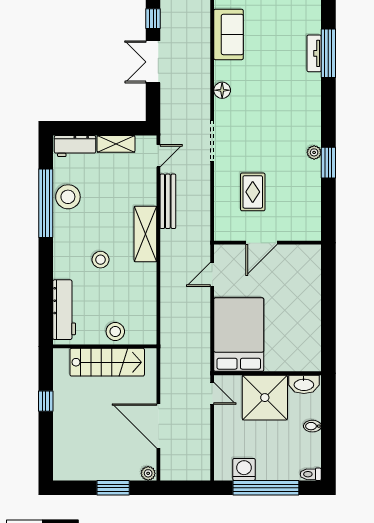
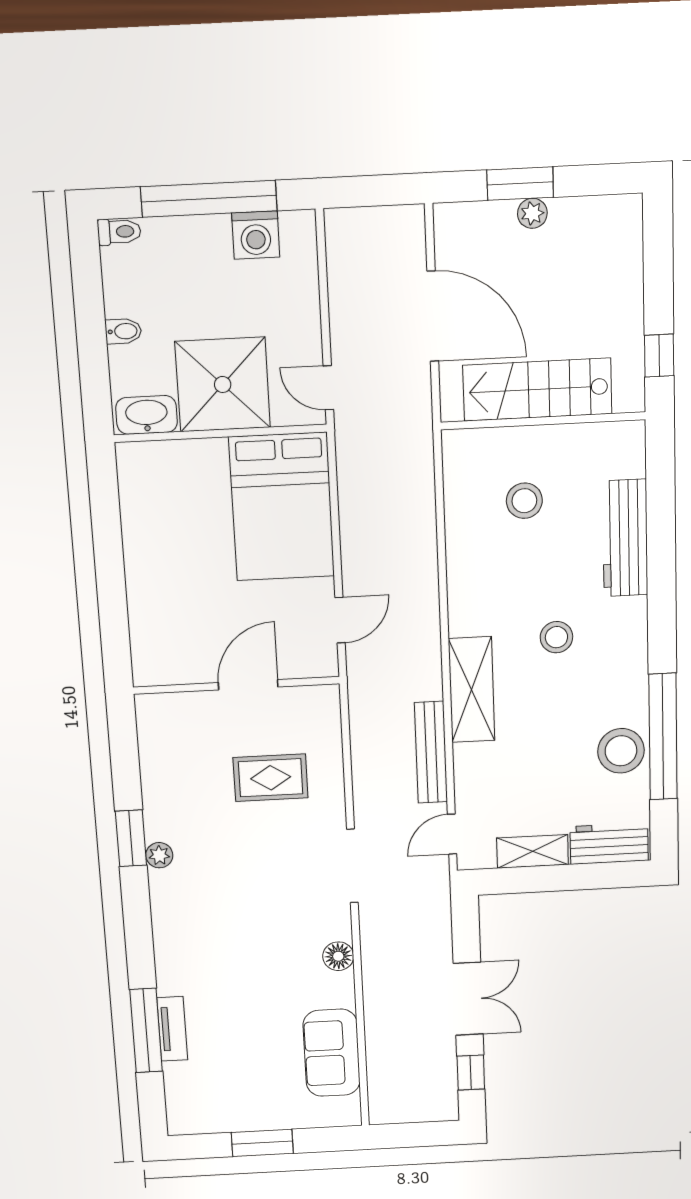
rug: (253, 192) -> (271, 778), turned 90
wall: (105, 346) -> (543, 421), moved
stairs: (107, 362) -> (537, 390), moved
plant: (148, 473) -> (532, 213), moved

